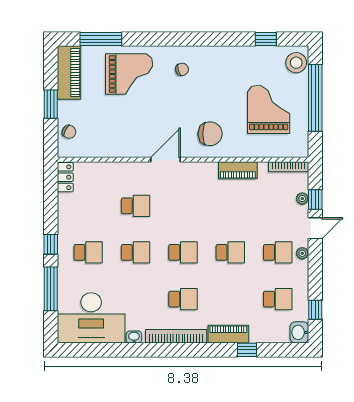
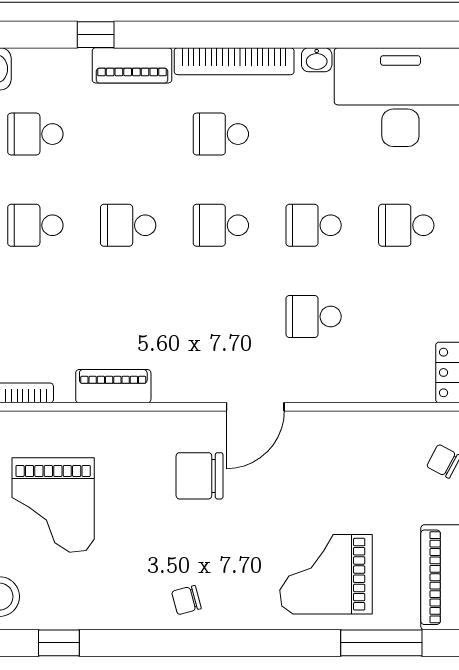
chair: (182, 69) -> (186, 600), moved
chair: (210, 134) -> (200, 476), moved

